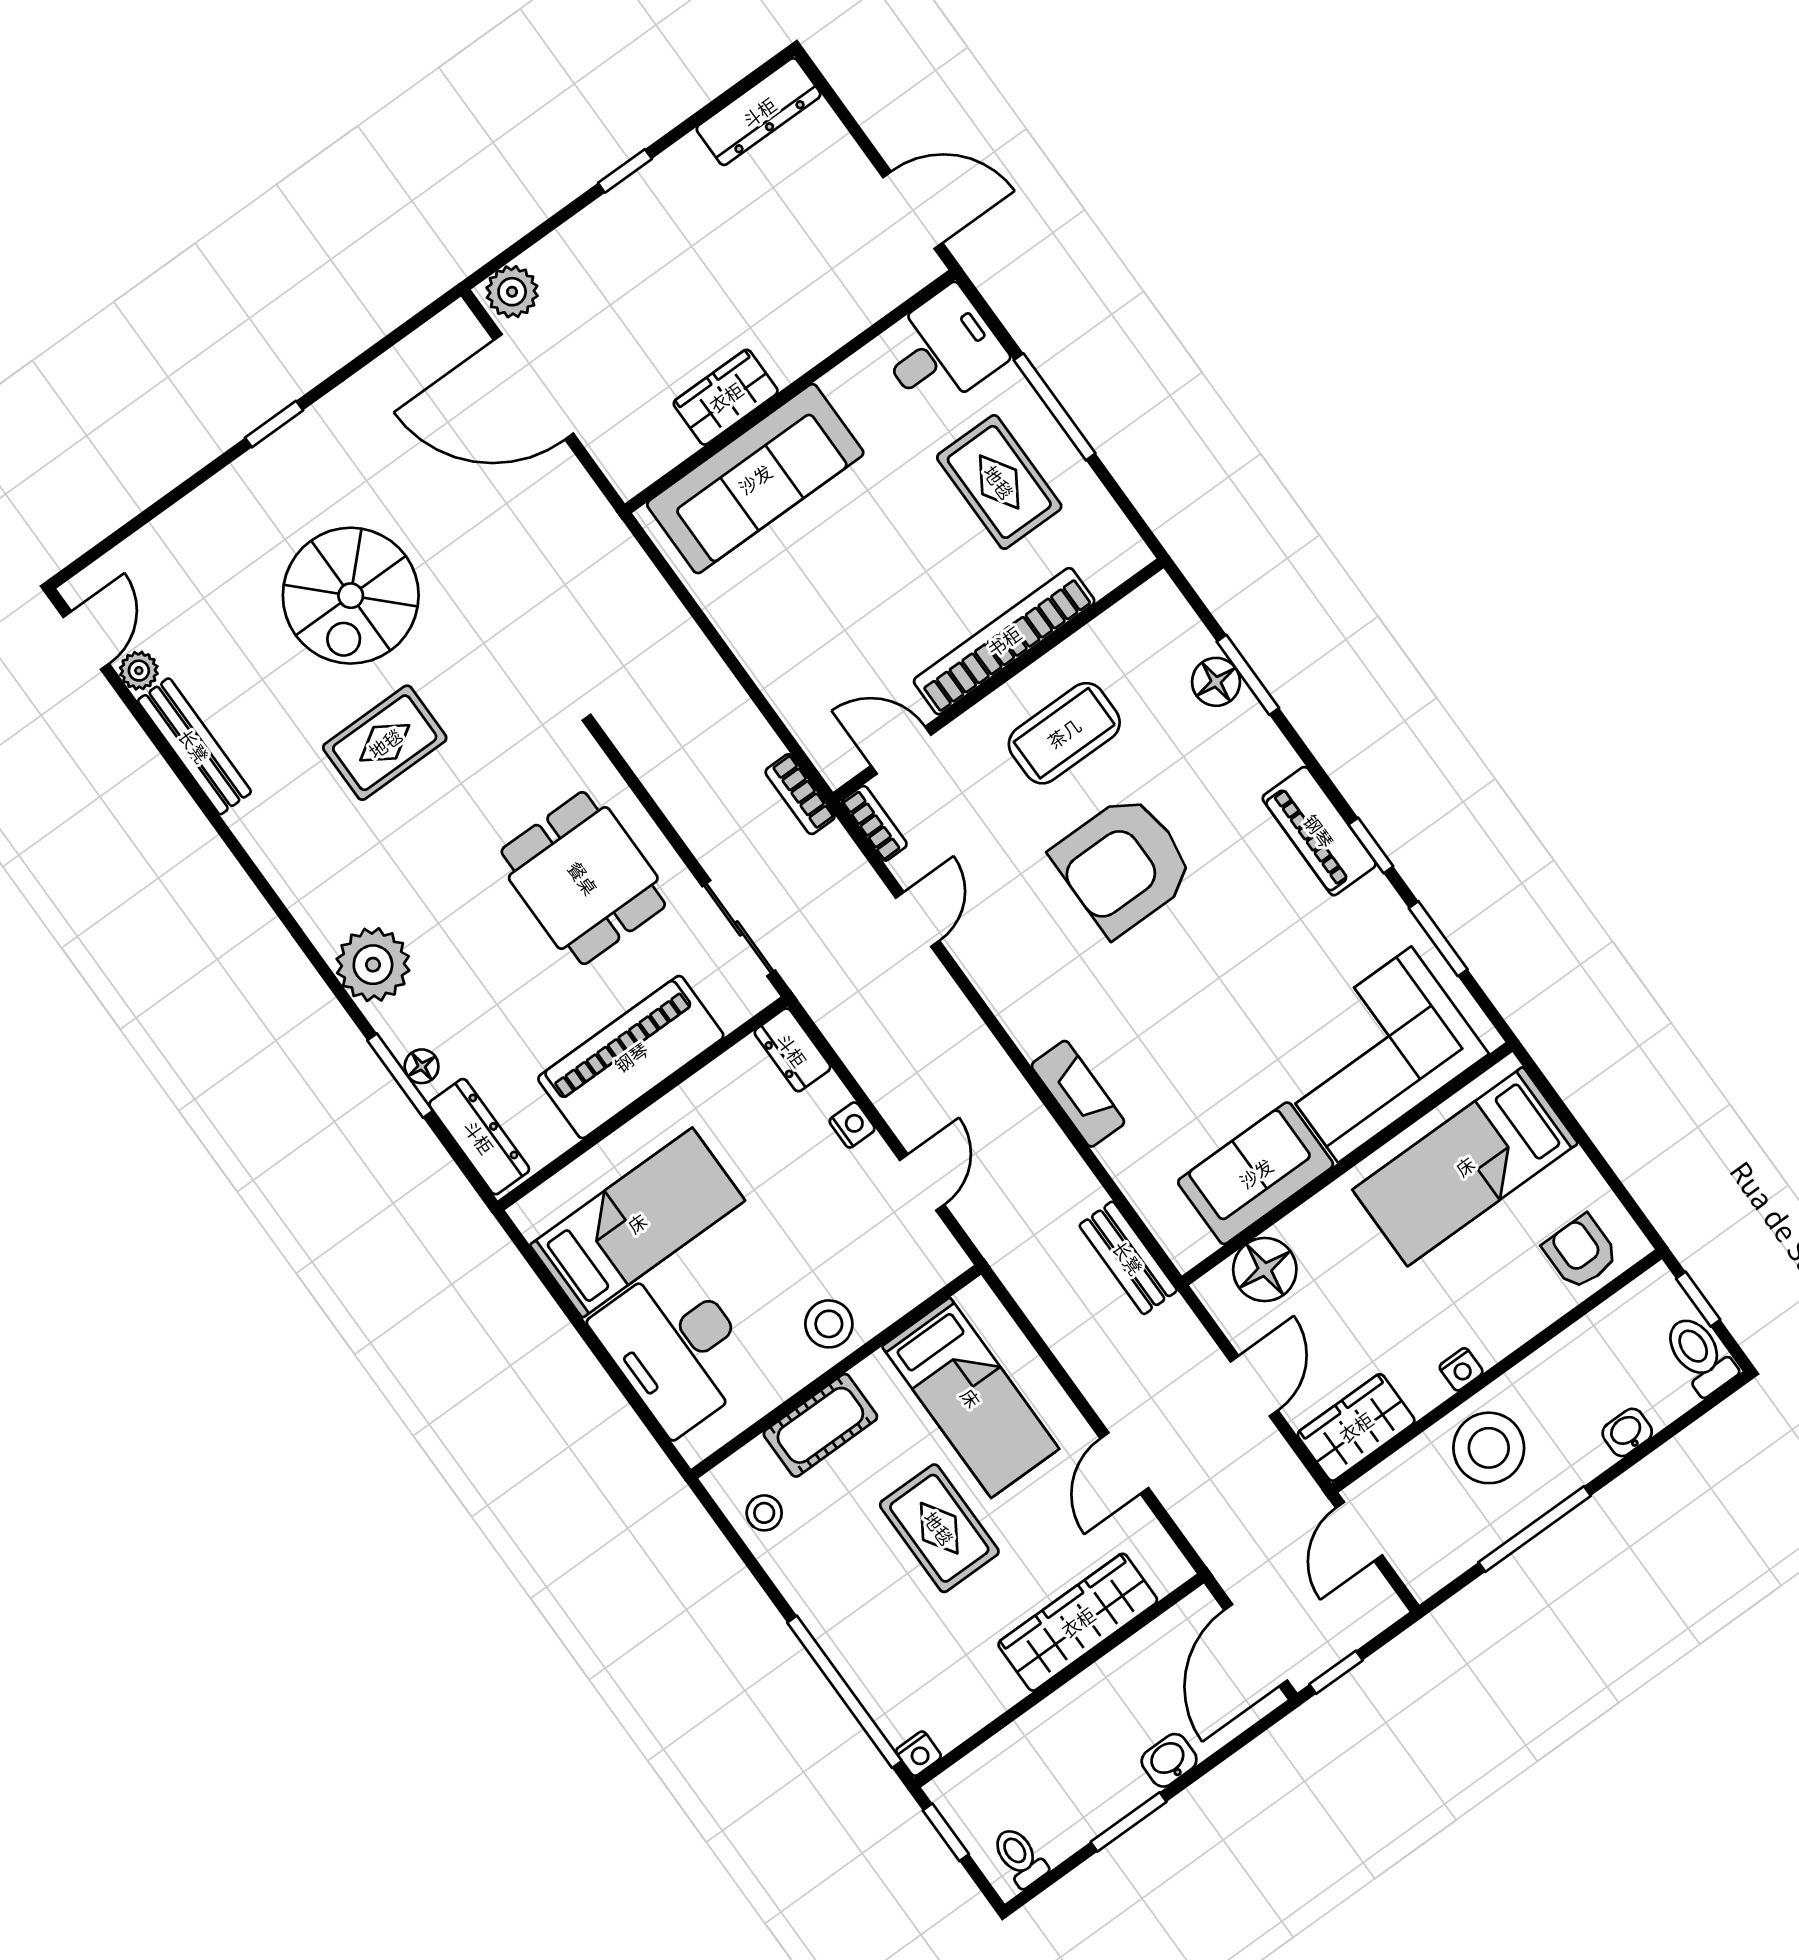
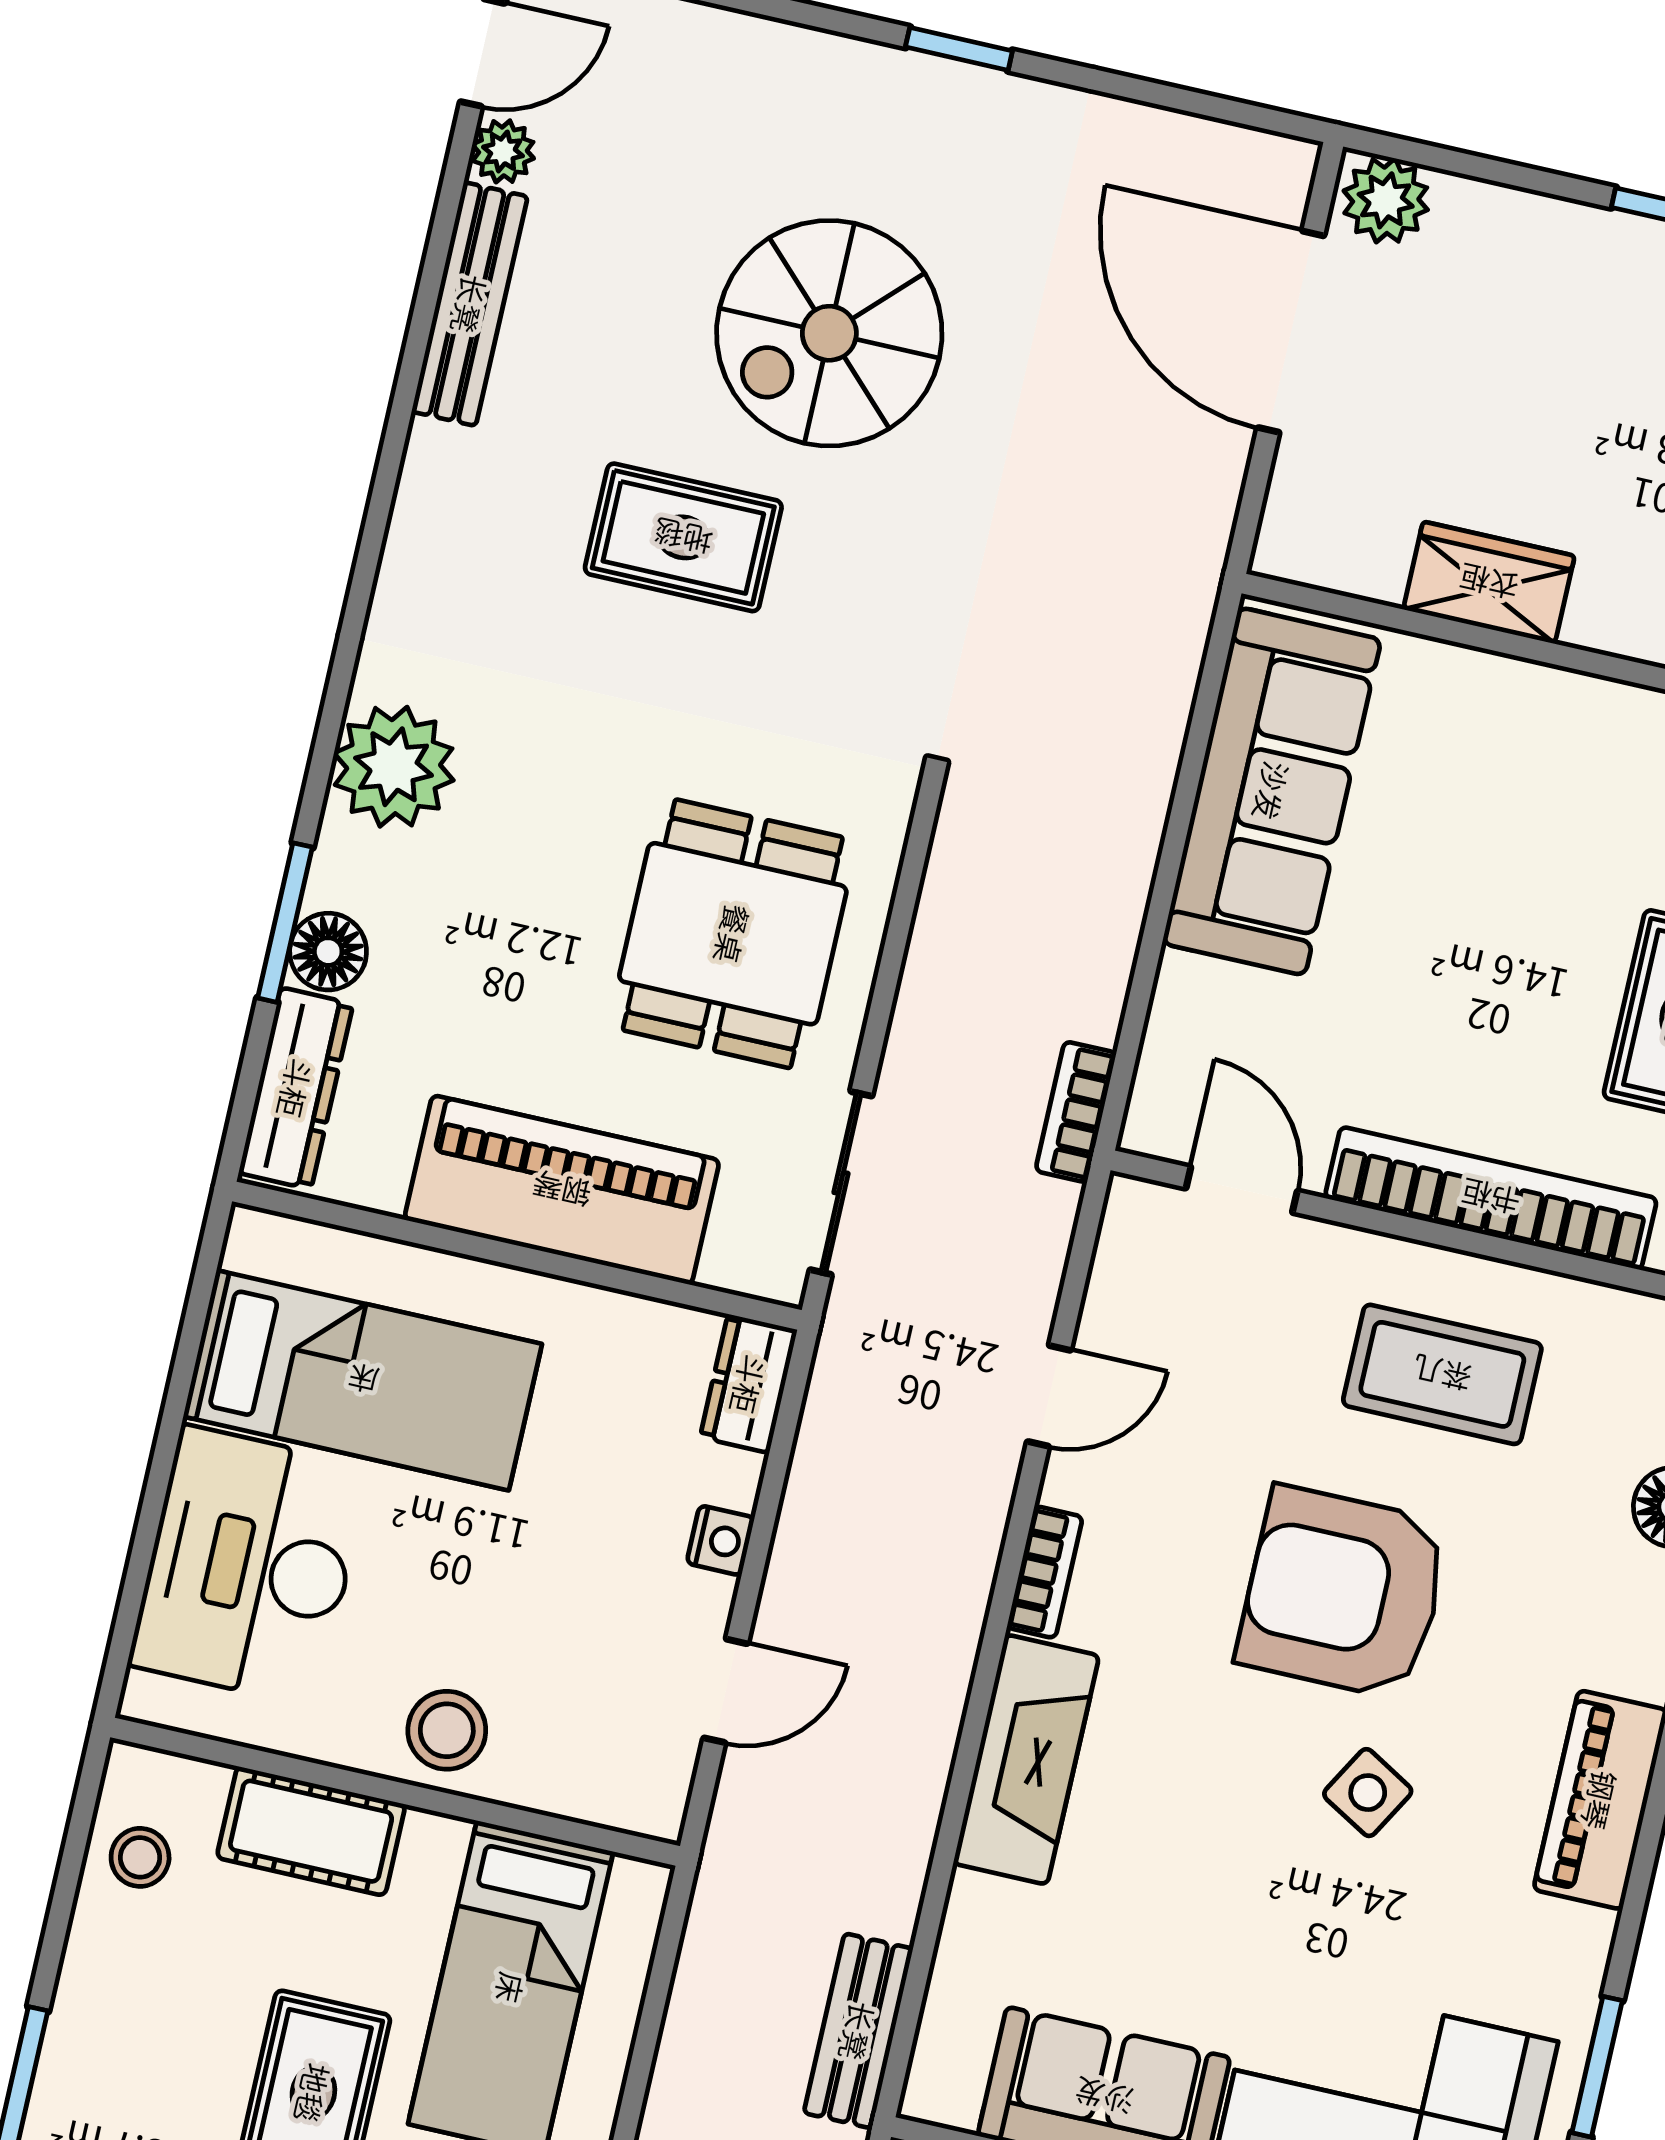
sofa: (755, 479) -> (1272, 791), moved, turned -90
bookcase: (874, 823) -> (1045, 1572), moved
window: (1371, 845) -> (1639, 1880), removed
side table: (1223, 933) -> (1368, 1793), added
floor lamp: (422, 1066) -> (328, 952), width x1.37, depth x1.37
fireplace: (1078, 1094) -> (1026, 1760), width x1.37, depth x1.32

